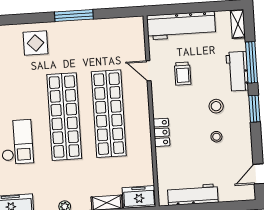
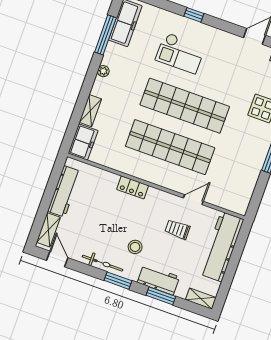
window: (251, 62) -> (161, 296), width x0.69
bicycle: (244, 130) -> (102, 263), added
stool: (216, 137) -> (107, 235), removed
shelving: (235, 194) -> (48, 230), added

